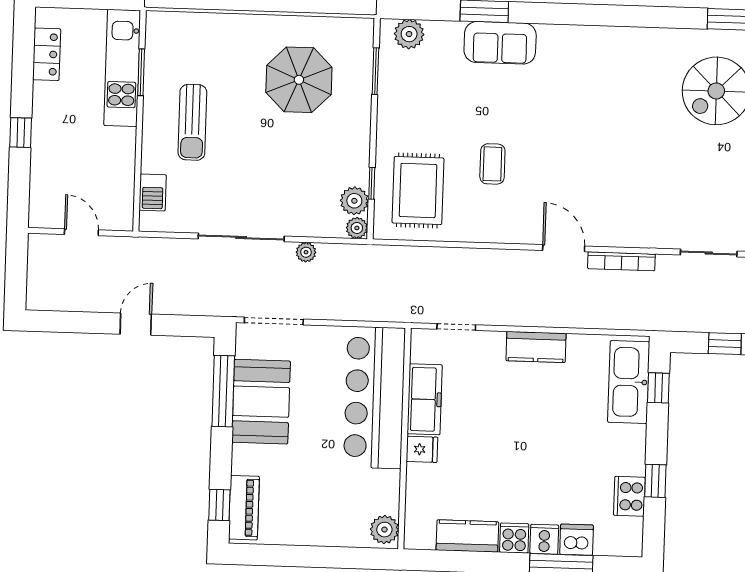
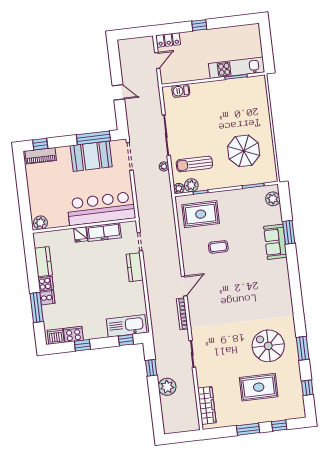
locker: (47, 54) -> (168, 40), moved
sun lounger: (192, 122) -> (194, 164), moved
kitchen counter: (536, 347) -> (135, 267), moved
dishwasher: (577, 540) -> (56, 336), moved, turned -90

